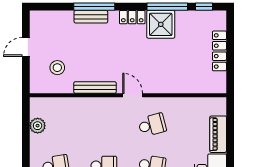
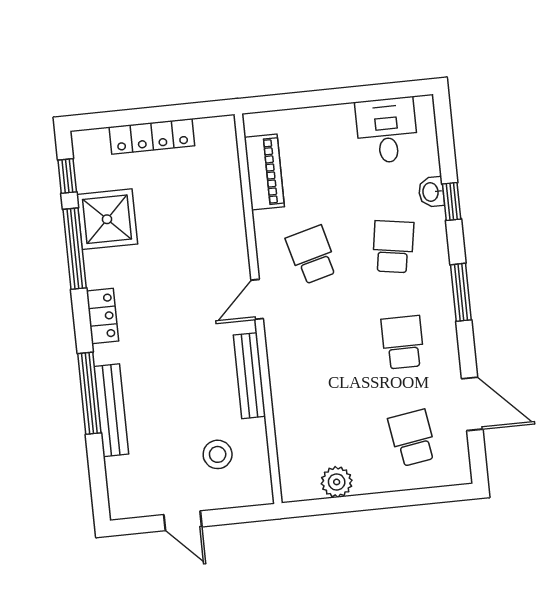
bench: (91, 17) -> (111, 410), width x1.36
shower: (161, 24) -> (107, 219), moved
piano: (218, 134) -> (264, 172), moved, turned -90

